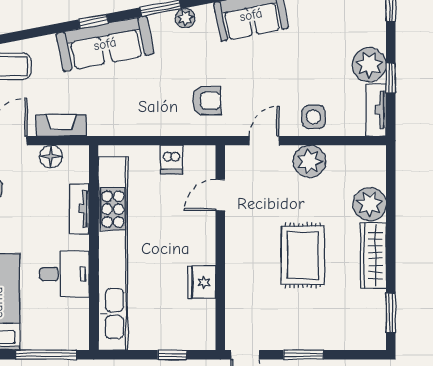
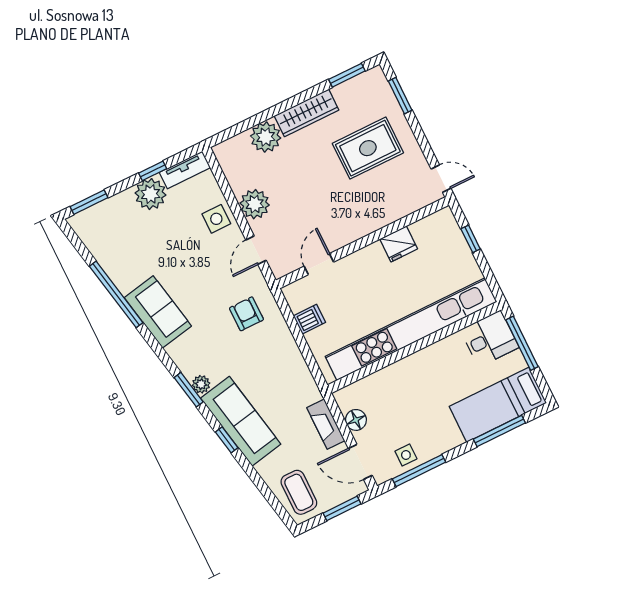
plant: (185, 18) -> (201, 384), moved
door: (264, 141) -> (256, 250), hinge flipped
door: (220, 195) -> (319, 264), swing flipped
tv unit: (79, 209) -> (388, 375), removed
rug: (303, 255) -> (368, 148), moved
desk: (64, 274) -> (490, 339), moved, turned 90
window: (303, 355) -> (400, 96), moved

